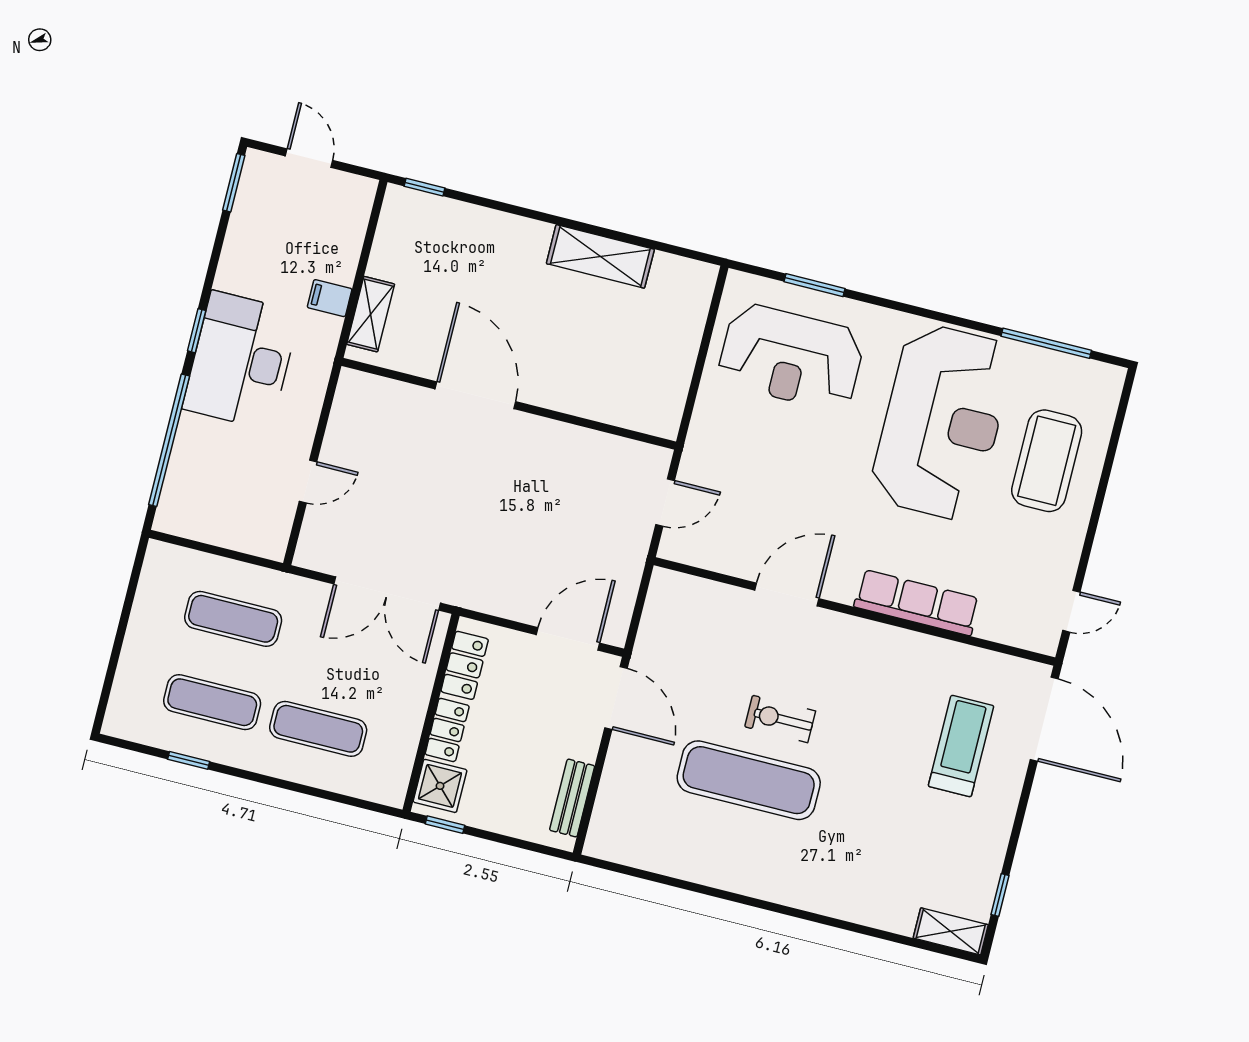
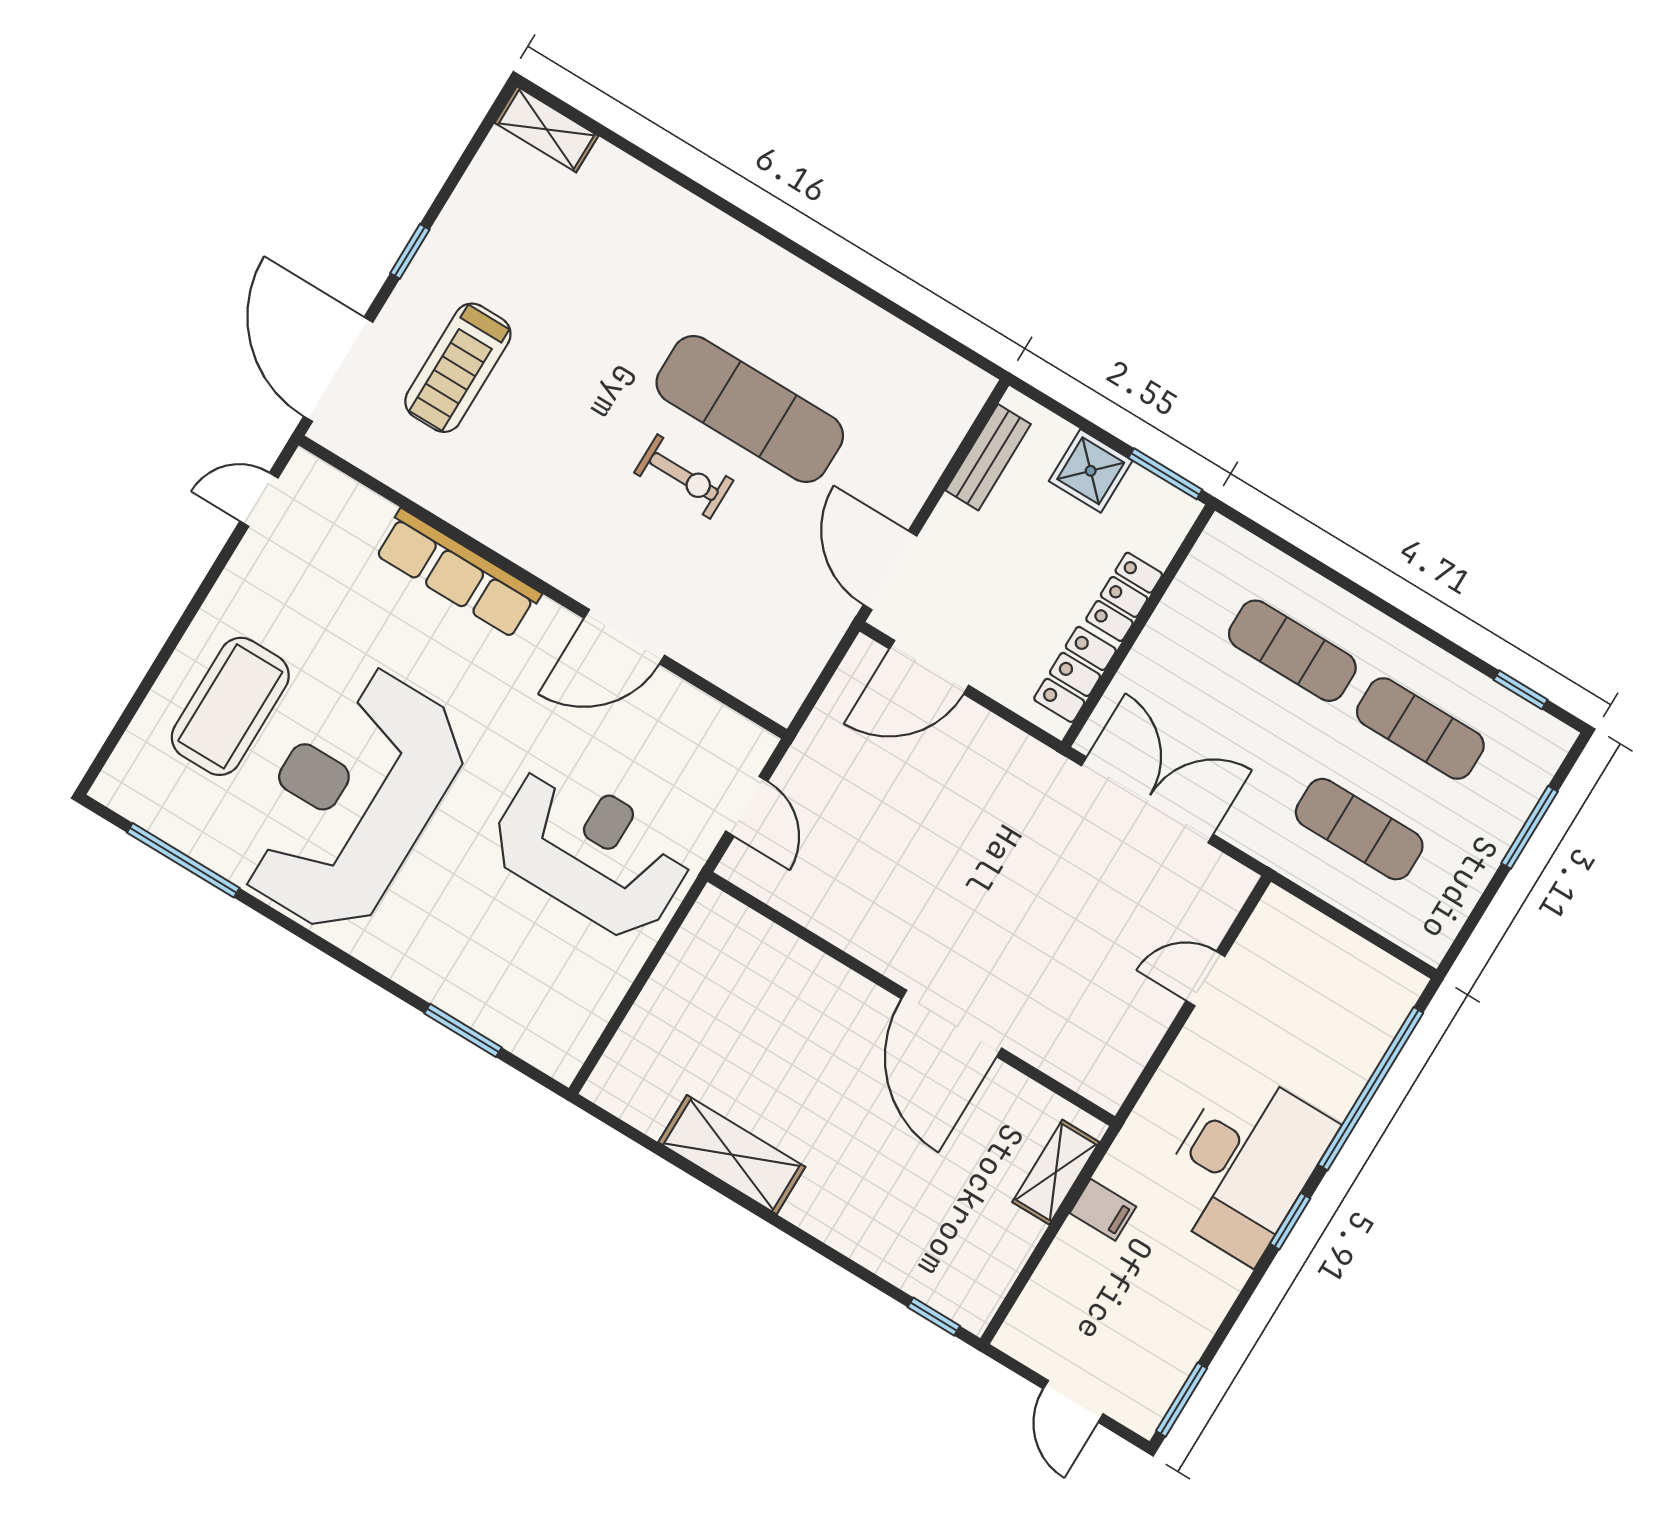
reception desk: (791, 357) -> (591, 851), moved
door: (665, 502) -> (747, 806), swing flipped
window: (115, 657) -> (1530, 827), added
window: (189, 760) -> (1521, 690), moved
shower: (440, 786) -> (1091, 471), moved
window: (445, 825) -> (1165, 474), width x1.50
window: (1000, 895) -> (410, 251), moved

